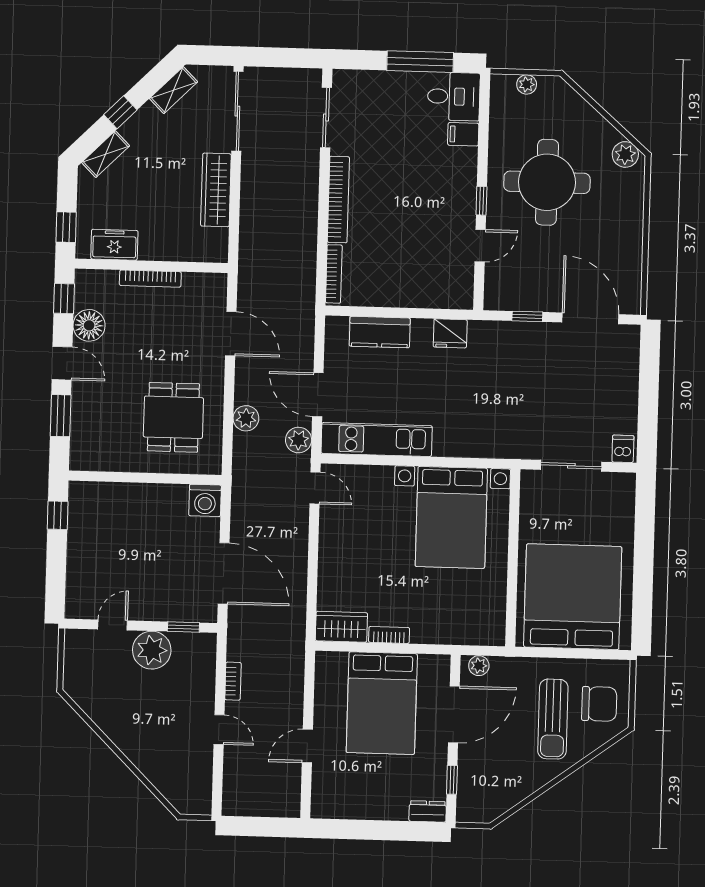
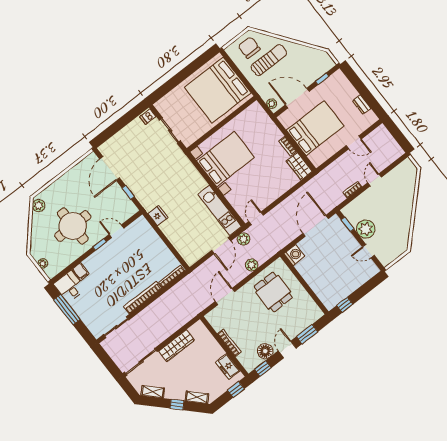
kitchen counter: (380, 332) -> (179, 242), removed
dining table: (173, 417) -> (273, 292), turned 90
dresser: (428, 811) -> (362, 104), moved

